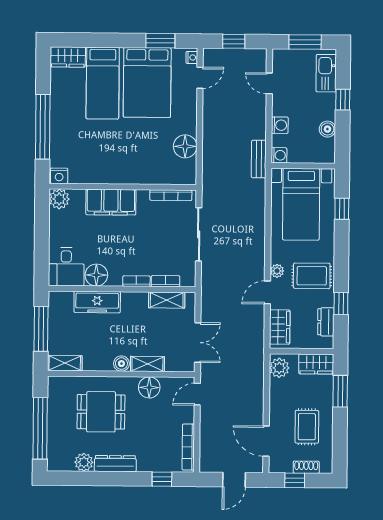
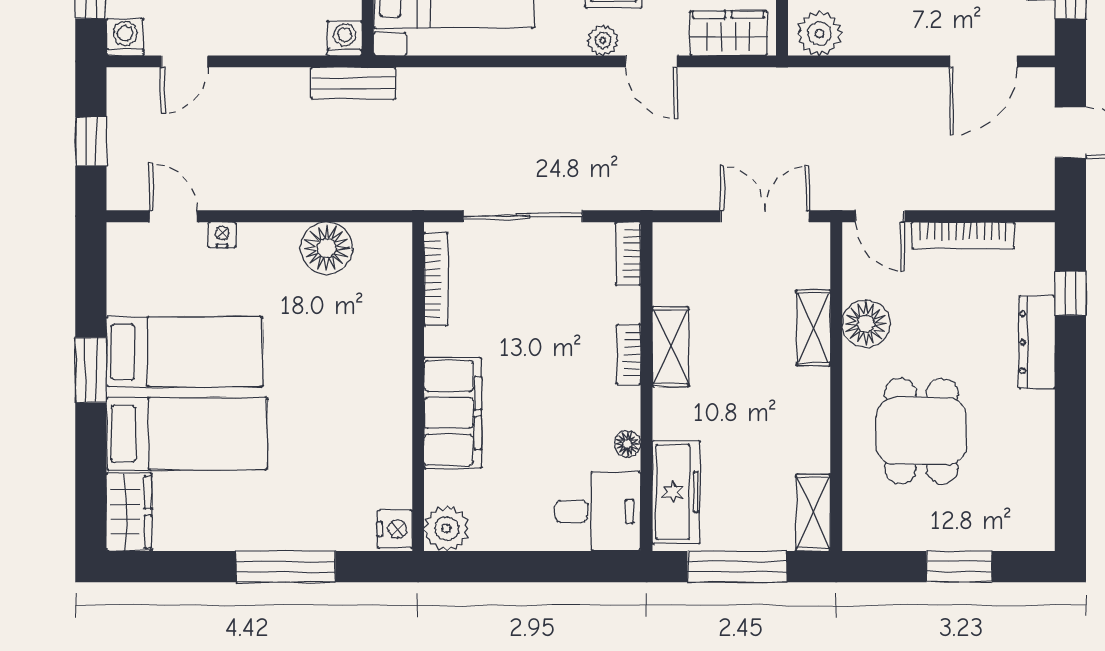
window: (160, 41) -> (91, 370), moved
nightstand: (192, 57) -> (222, 235), moved
bed: (147, 82) -> (184, 352), width x0.67
washing machine: (280, 125) -> (125, 37), moved
window: (43, 127) -> (286, 567), width x0.68
floor lamp: (96, 275) -> (628, 444), width x0.53, depth x0.53
bookcase: (166, 281) -> (628, 254), moved
shelving: (167, 300) -> (670, 347), moved
freezer: (97, 302) -> (676, 492), moved
boiler: (121, 364) -> (813, 386), removed
window: (40, 428) -> (959, 567), width x0.47
bookcase: (188, 447) -> (963, 235), moved
plant: (84, 462) -> (1034, 468), removed
dresser: (115, 464) -> (1037, 342), moved

